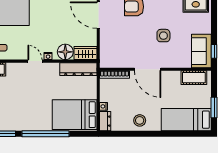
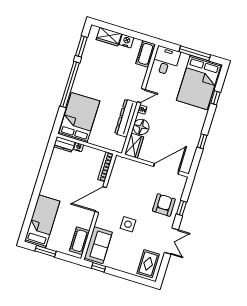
sofa: (201, 51) -> (98, 245), moved, turned 90
dresser: (78, 69) -> (126, 118), moved
stool: (140, 120) -> (55, 177), removed

